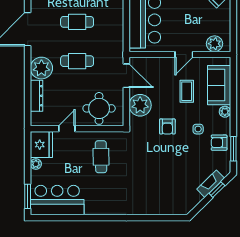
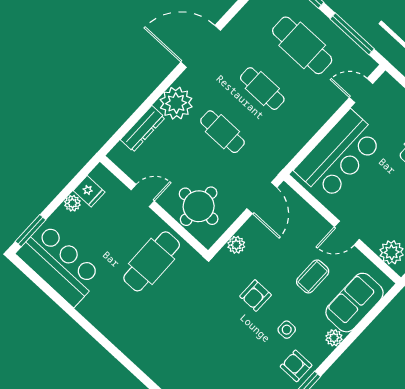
plant: (140, 105) -> (236, 245), width x0.53, depth x0.53
fridge: (41, 145) -> (89, 191), width x0.53, depth x0.75
cafe table: (101, 157) -> (152, 261), width x1.37, depth x1.35

